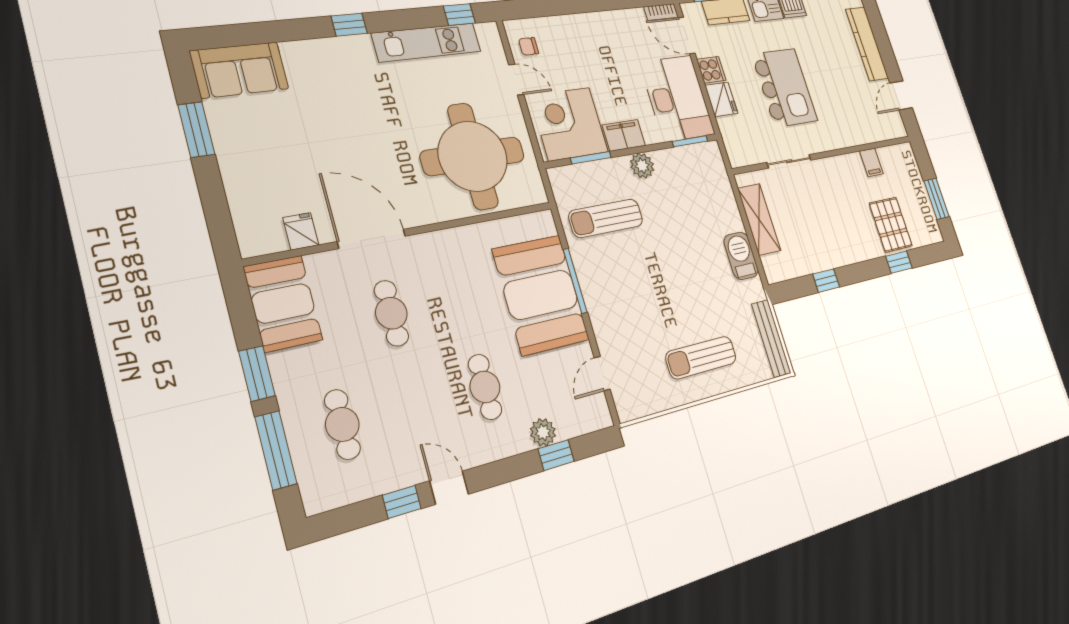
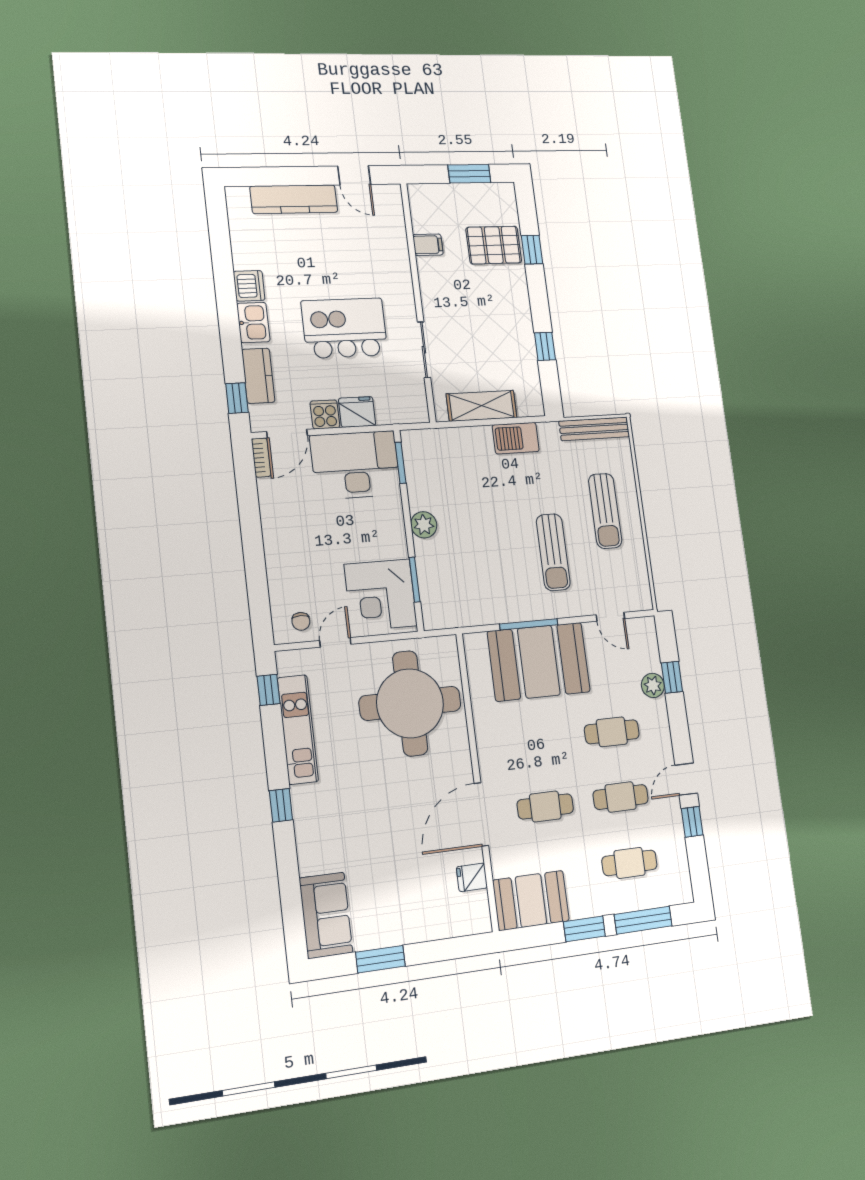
filing cabinet: (624, 135) -> (393, 537), removed
sun lounger: (606, 218) -> (553, 552), moved
cafe table: (416, 405) -> (621, 797), added

